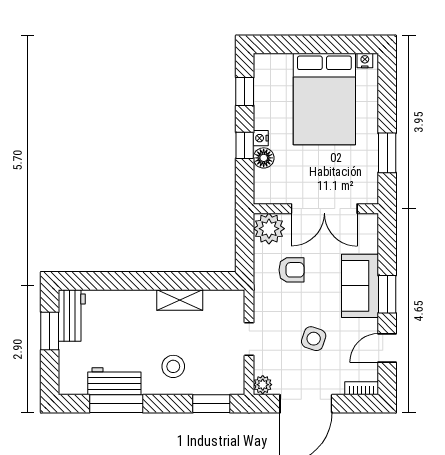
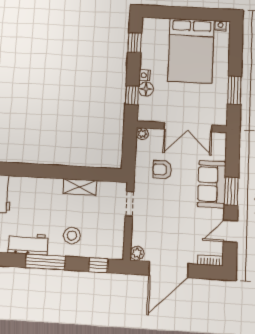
window: (245, 145) -> (132, 95), moved
plant: (269, 229) -> (142, 134), width x0.53, depth x0.53
armchair: (291, 270) -> (162, 170), turned 180
doorway: (249, 339) -> (129, 204), moved
side table: (314, 339) -> (176, 221), removed
window: (116, 404) -> (45, 262), moved
window: (211, 404) -> (98, 265), width x0.67

